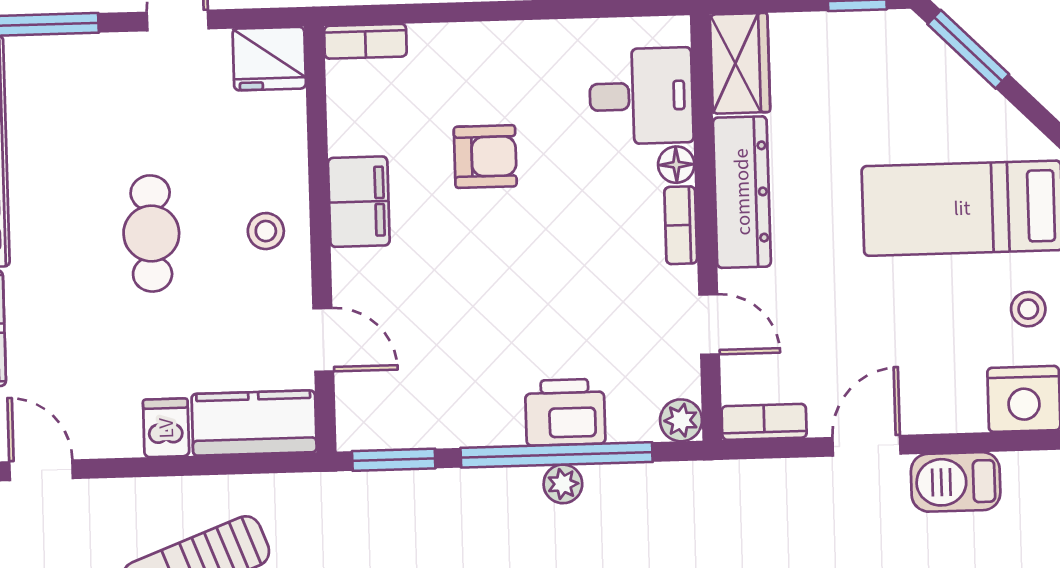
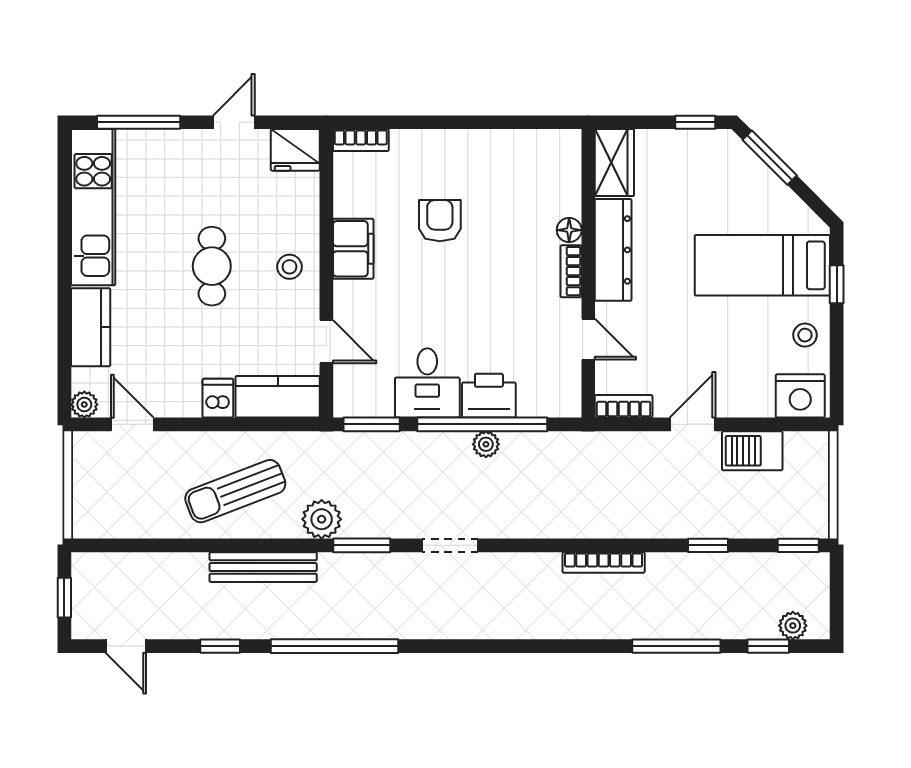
desk: (641, 96) -> (427, 383), moved, turned 90
armchair: (485, 157) -> (440, 221), turned -90
plant: (681, 420) -> (567, 403), removed

